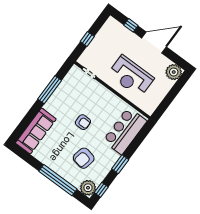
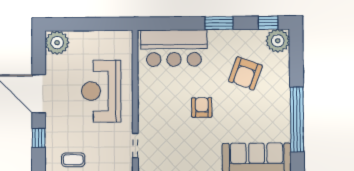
coffee table: (106, 35) -> (73, 160), added
reception desk: (131, 76) -> (101, 91), turned 180
armchair: (84, 158) -> (245, 73), turned 99
window: (58, 180) -> (297, 119), moved

